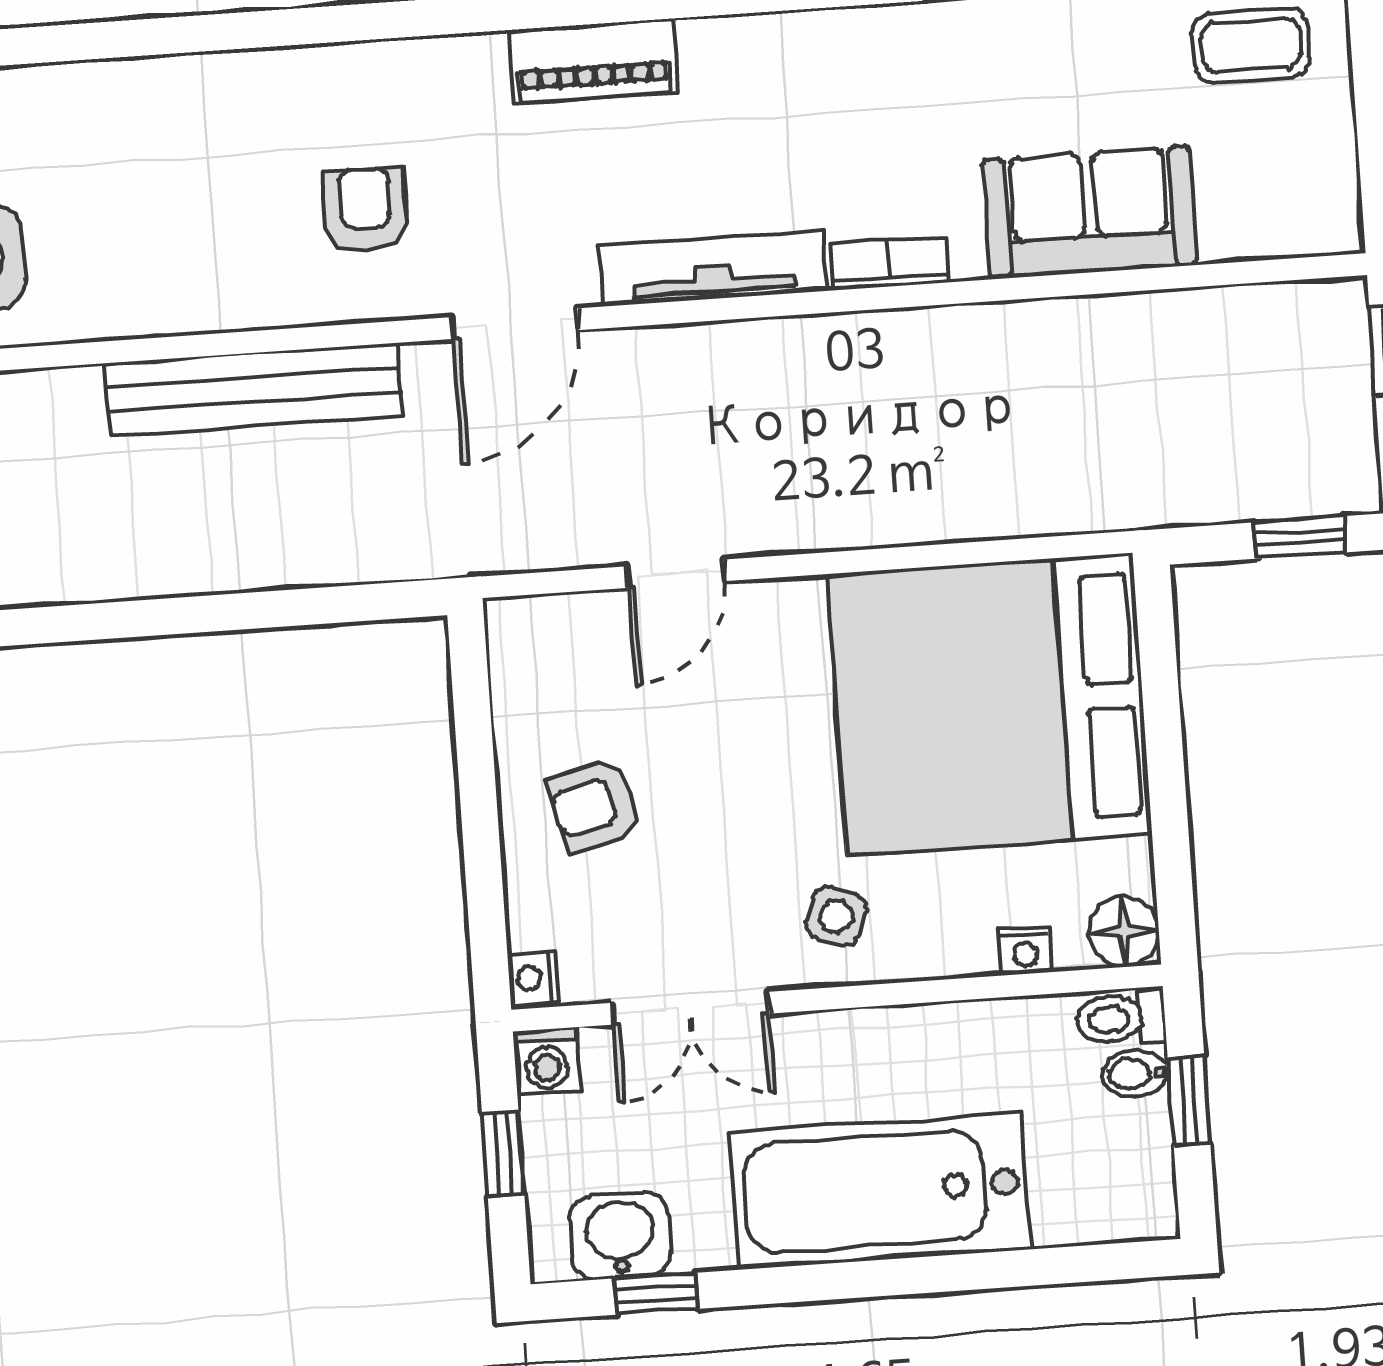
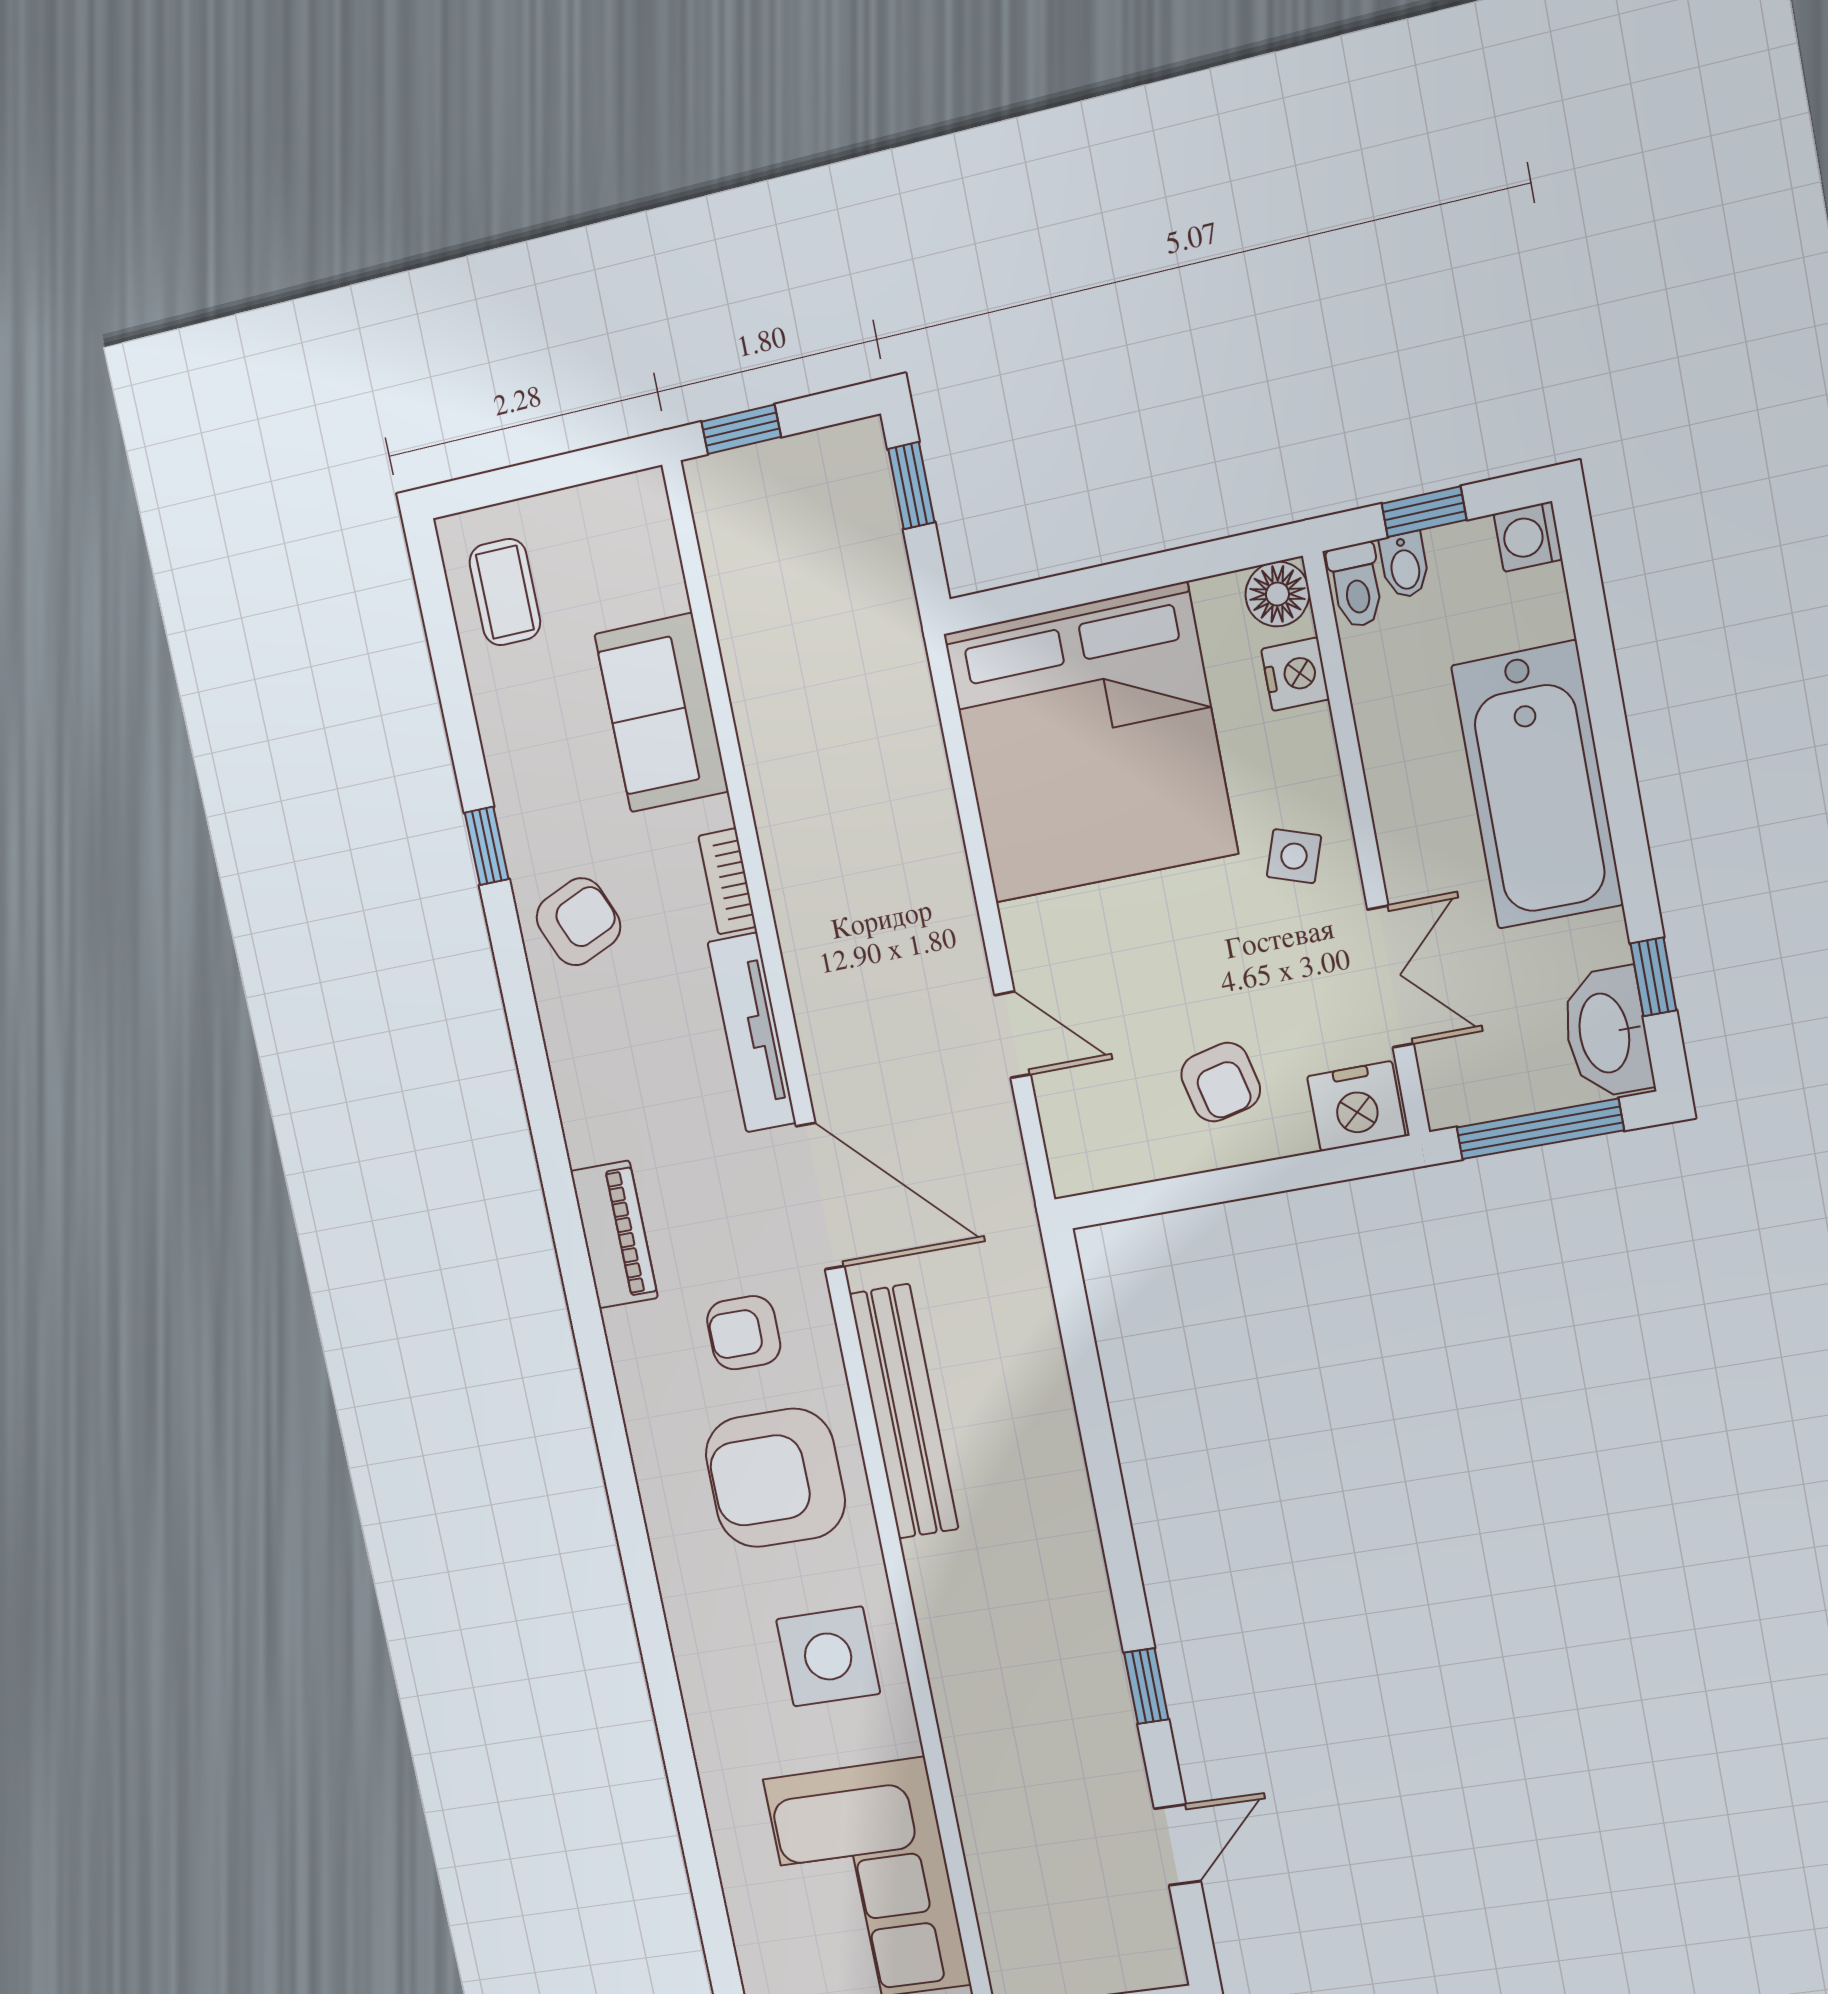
piano: (594, 61) -> (614, 1235), moved
armchair: (865, 78) -> (578, 922), added
armchair: (189, 224) -> (775, 1478), added
door: (515, 324) -> (820, 1196), width x1.36
nightstand: (1025, 950) -> (1295, 674), width x1.39, depth x1.35
nightstand: (533, 978) -> (1356, 1106), width x1.89, depth x1.79
washing machine: (547, 1061) -> (1528, 537), moved, turned 180
window: (503, 1154) -> (1540, 1129), width x2.17
washbasin: (620, 1236) -> (1607, 1033), width x1.38

